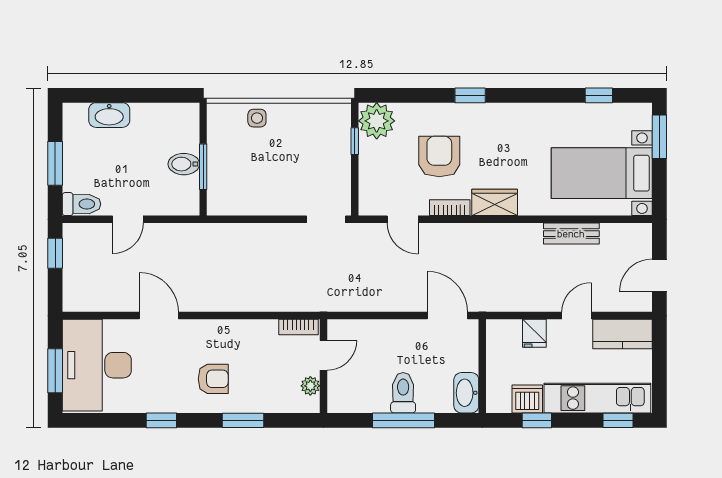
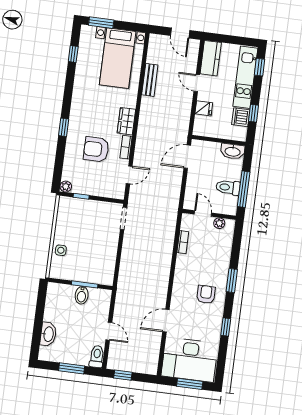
plant: (377, 121) -> (66, 187), width x0.53, depth x0.53
door: (323, 355) -> (203, 213), moved
wall: (323, 366) -> (209, 214), moved
plant: (310, 386) -> (219, 223), moved

